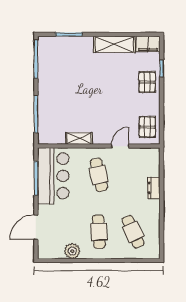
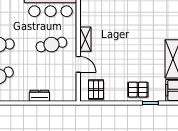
pallet: (147, 127) -> (96, 90), turned 90
shelving: (79, 138) -> (85, 39), moved

